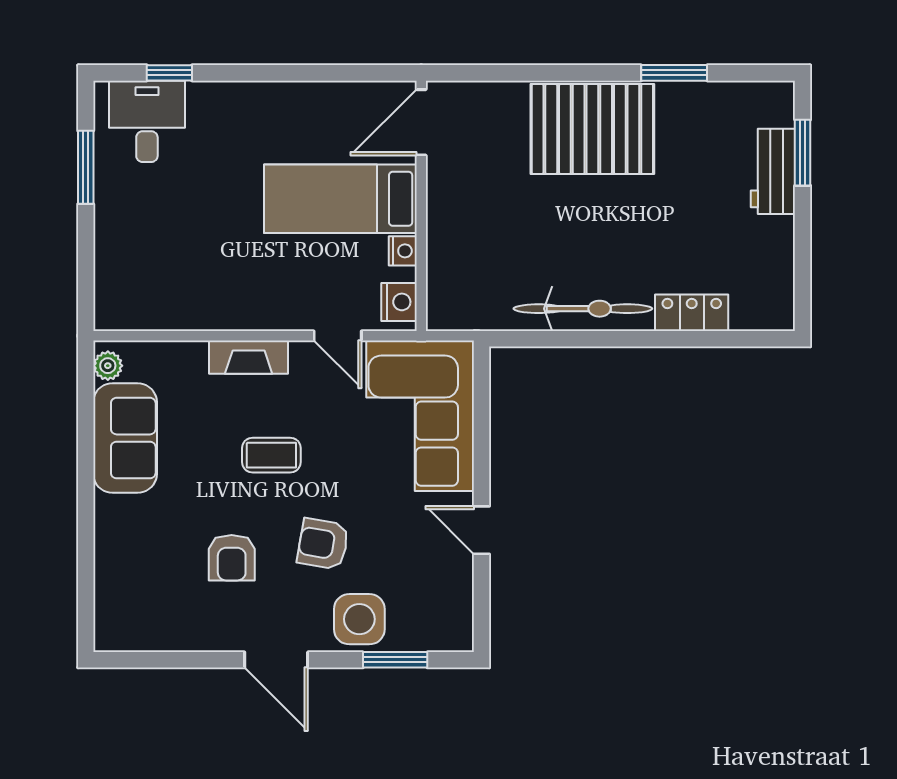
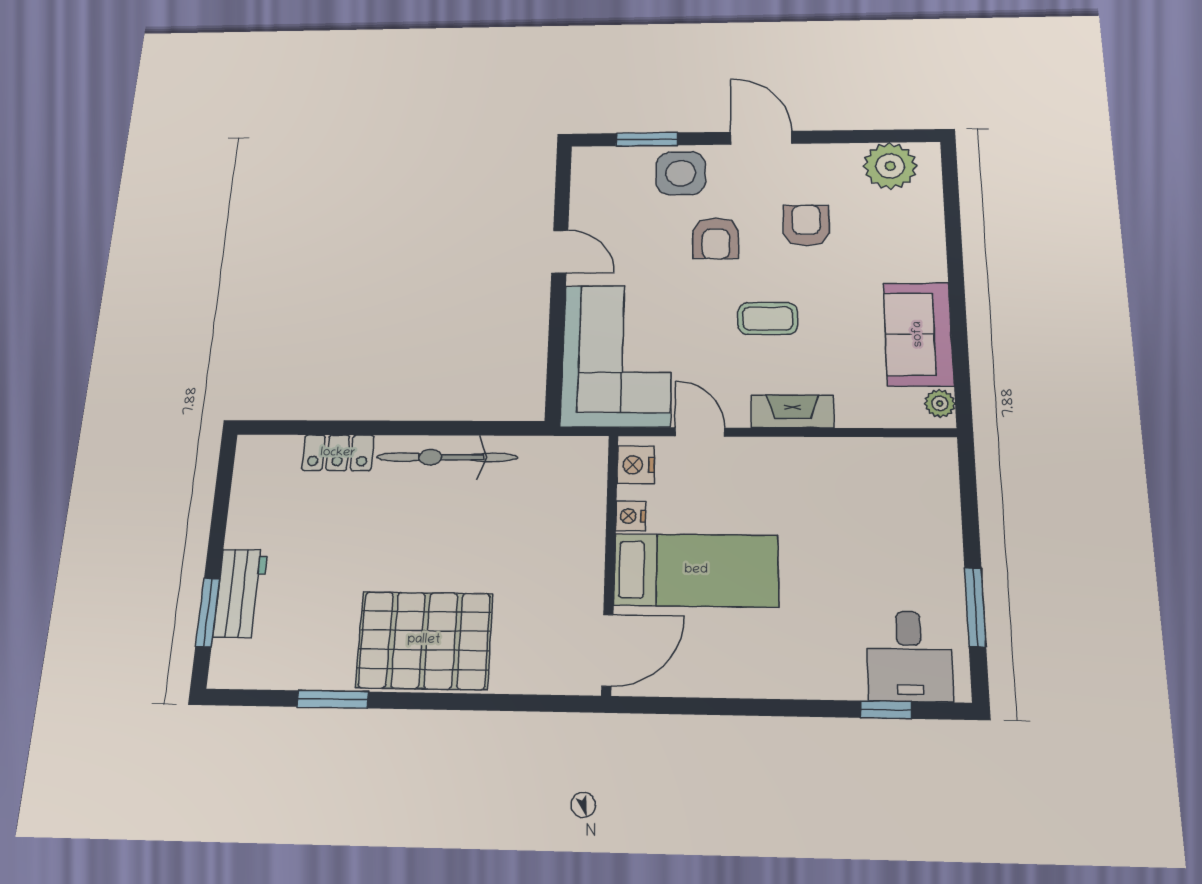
armchair: (323, 544) -> (716, 238), turned 80
plant: (145, 625) -> (890, 166), added

